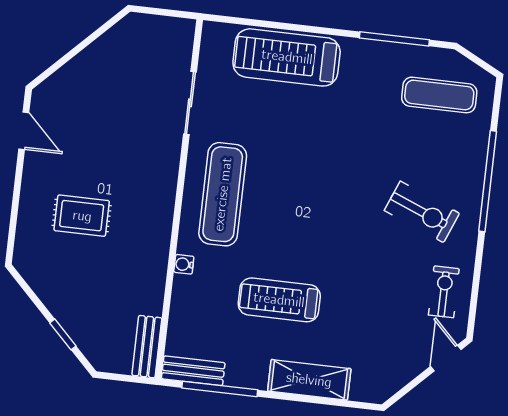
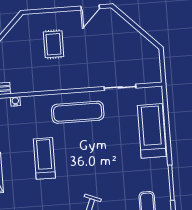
water cooler: (184, 264) -> (15, 101), moved
treadmill: (279, 300) -> (44, 158), moved

